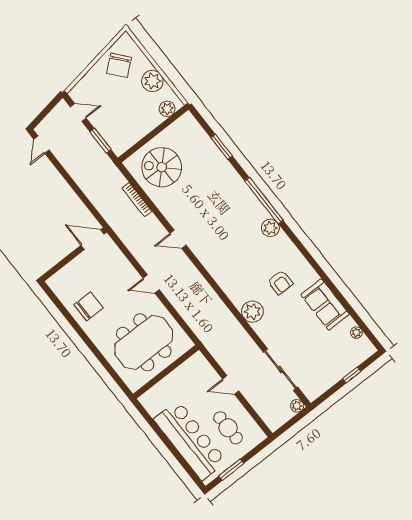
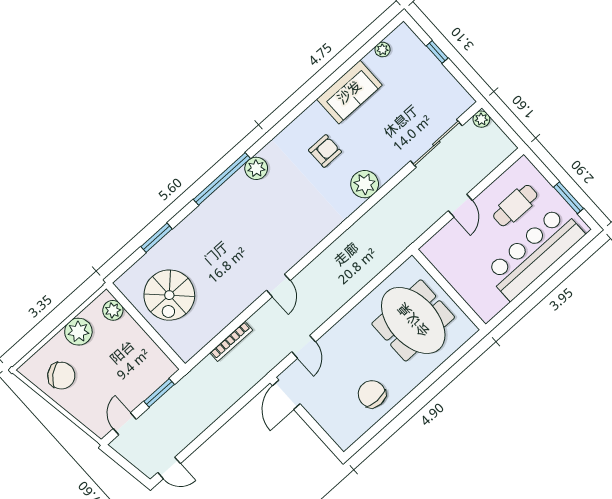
spiral stairs: (162, 167) -> (169, 295), moved
door: (151, 284) -> (304, 347), moved

